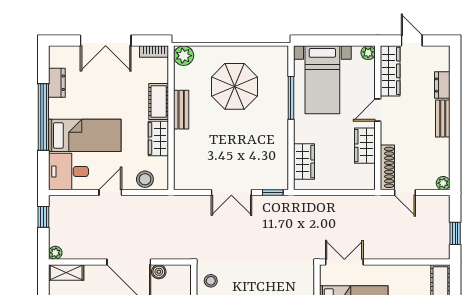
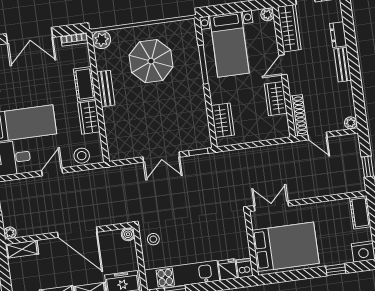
boiler: (159, 272) -> (128, 234), moved

